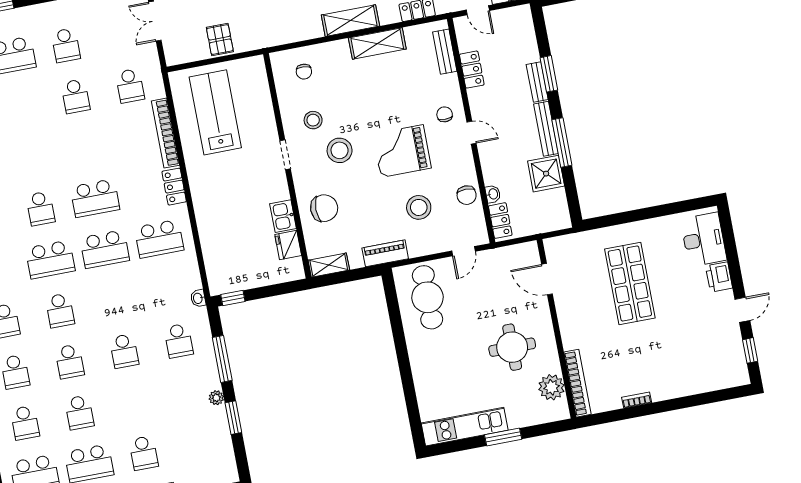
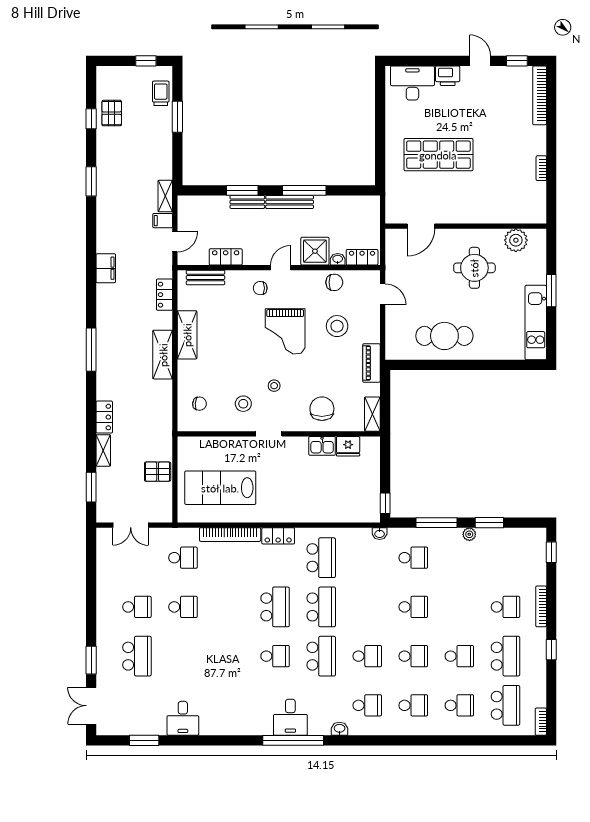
stool: (340, 150) -> (274, 386), width x0.53, depth x0.53
shower: (546, 174) -> (315, 251), moved
cafe table: (428, 297) -> (444, 336), moved
bookcase: (577, 383) -> (540, 95), moved, turned -90

